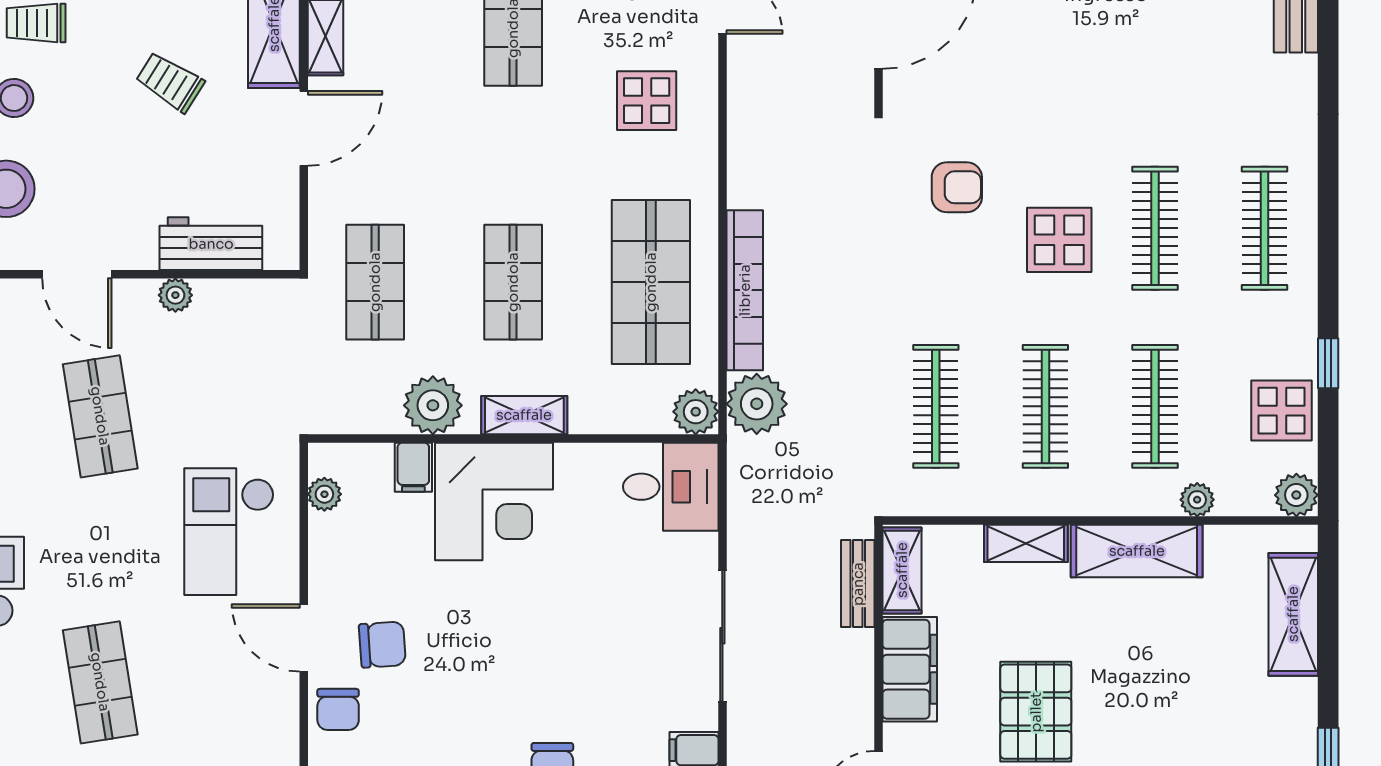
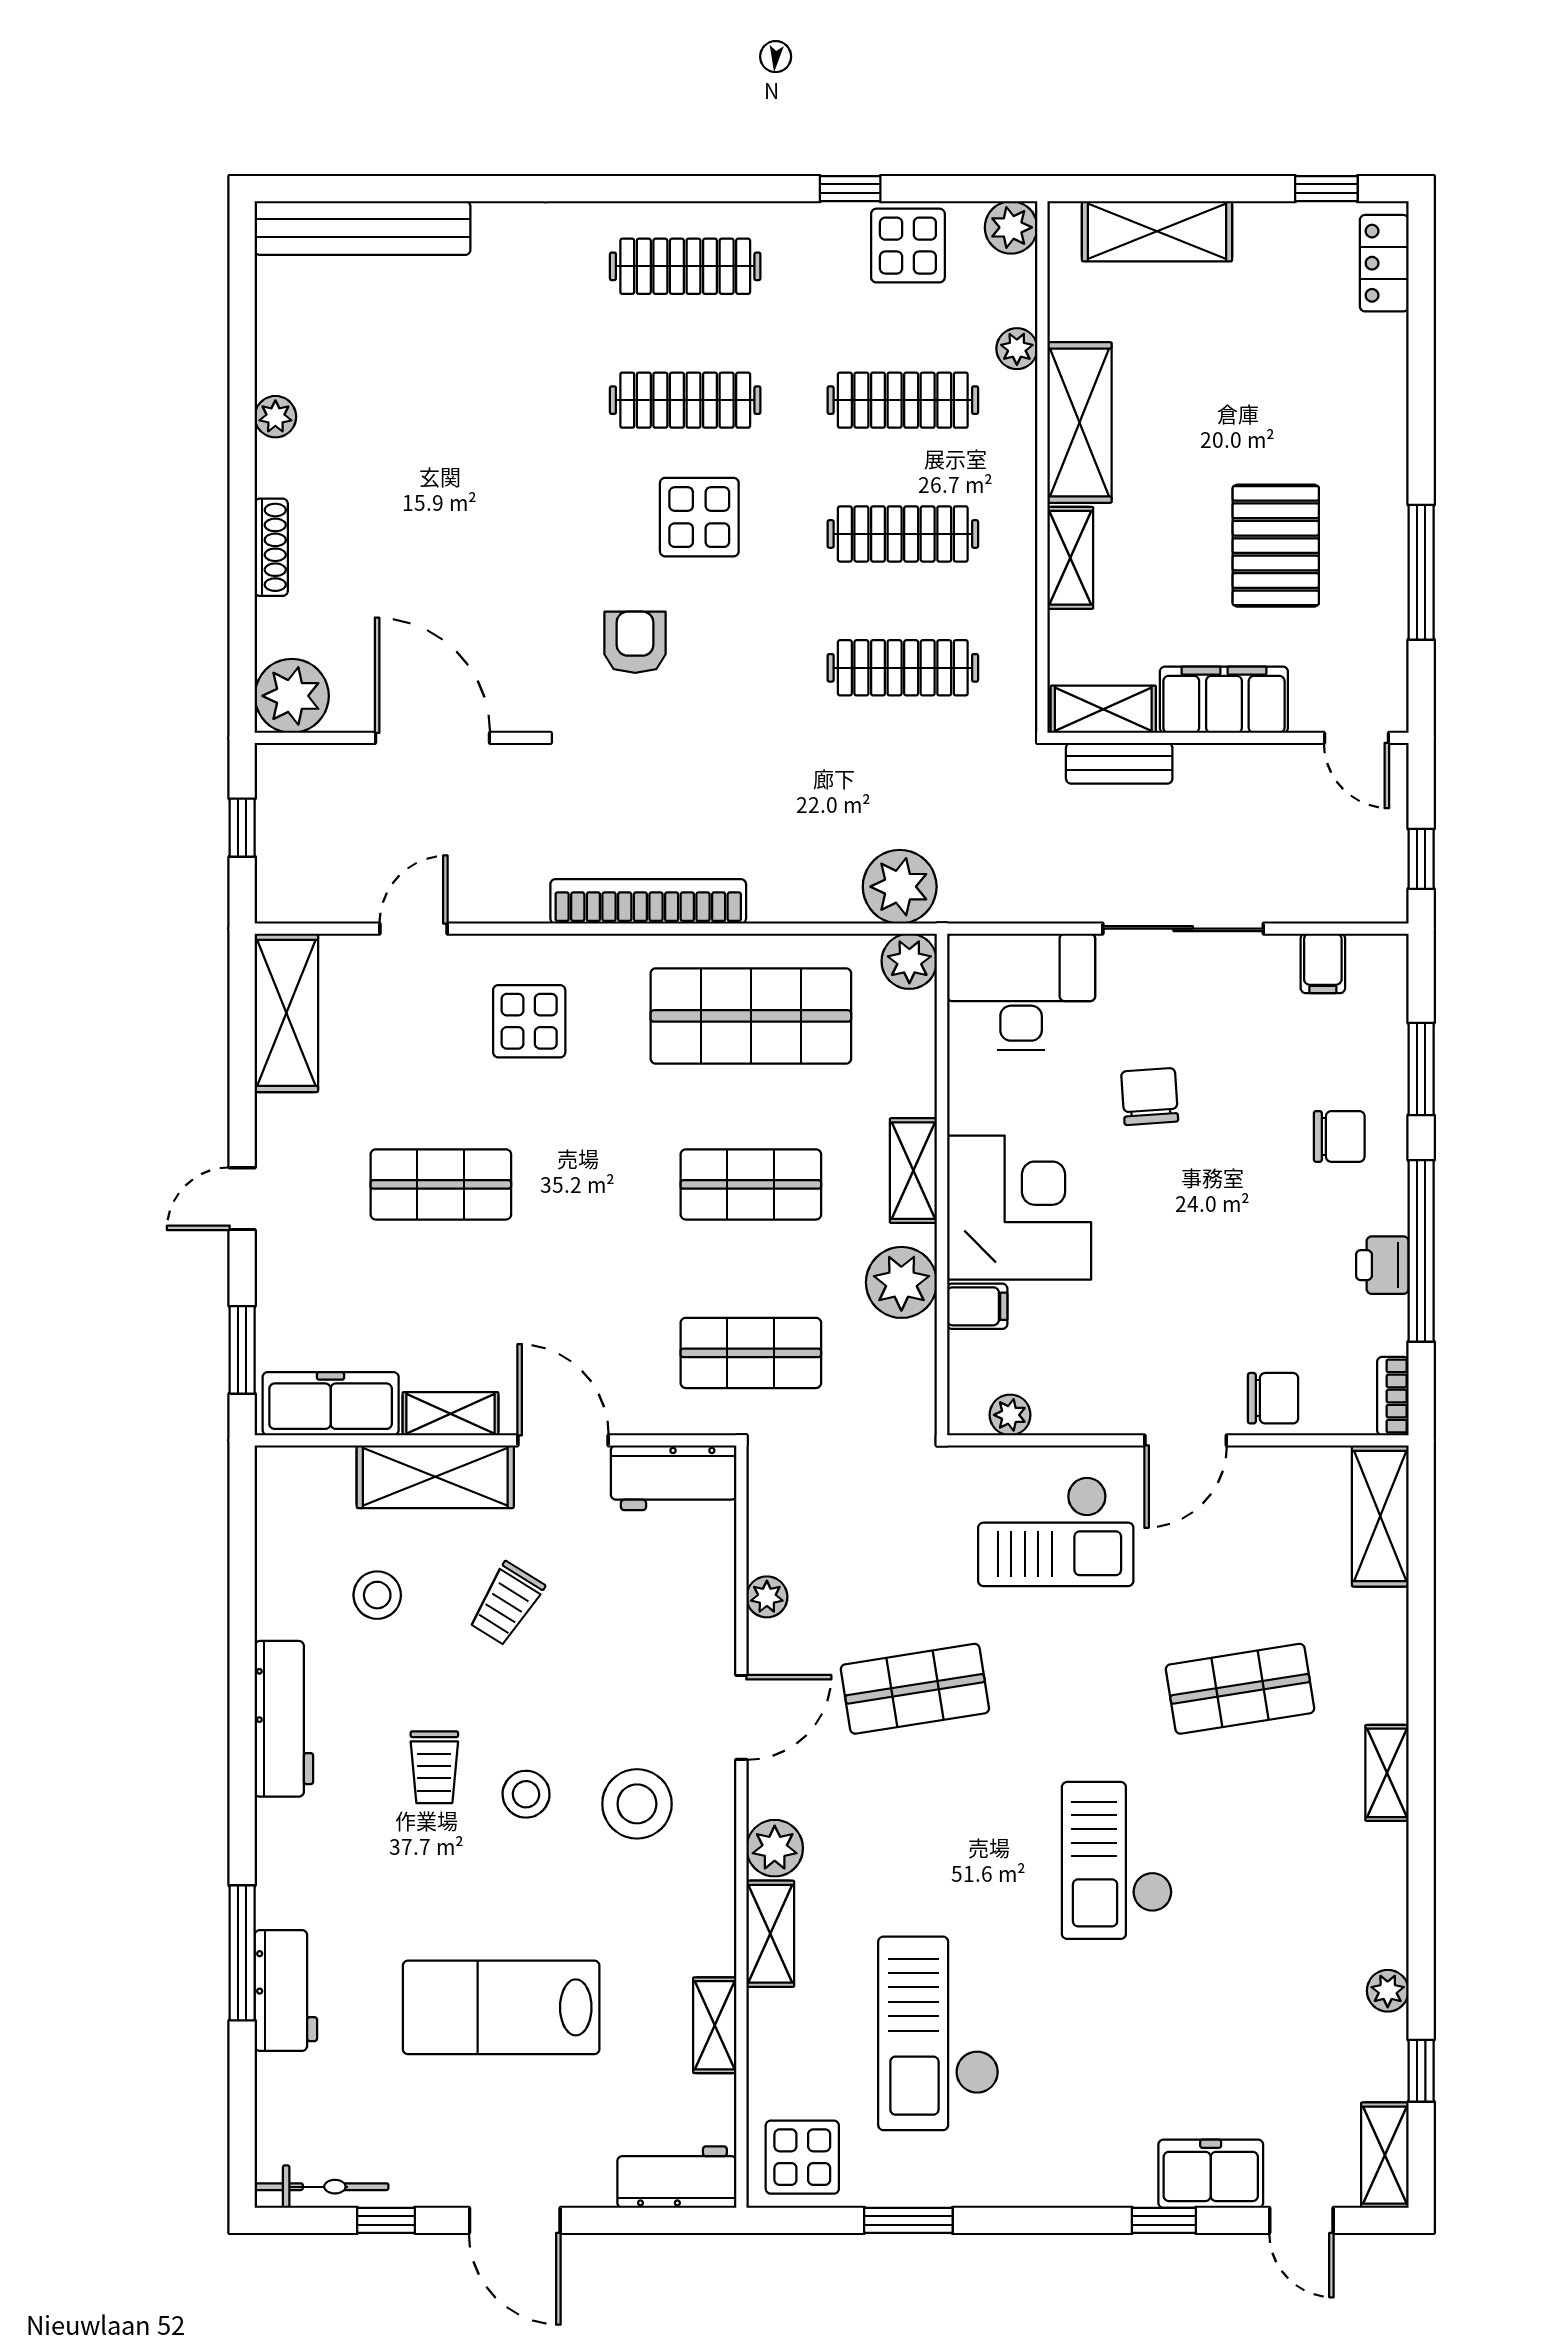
workbench: (211, 244) -> (674, 1478), moved, turned -90
bookcase: (745, 290) -> (648, 901), moved
desk: (671, 487) -> (1021, 992), width x1.37
chair: (382, 645) -> (1150, 1097), moved
pallet: (1036, 712) -> (1276, 546), turned 90

